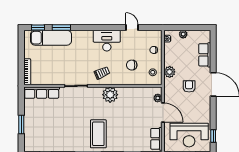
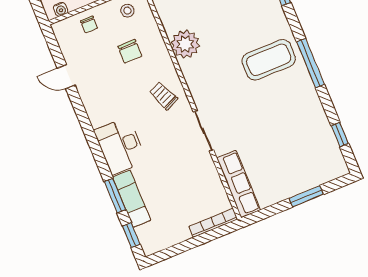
door: (132, 27) -> (66, 77), hinge flipped
exam couch: (51, 38) -> (132, 199), width x0.73, depth x0.69
desk: (107, 41) -> (120, 146), moved
plant: (110, 95) -> (185, 44), moved

